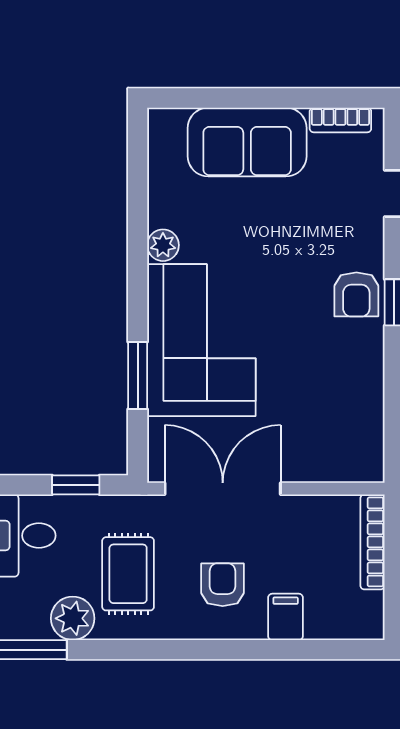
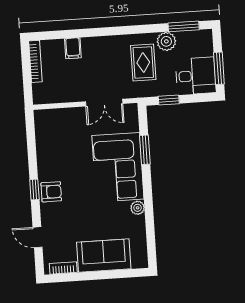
armchair: (356, 294) -> (51, 192), turned 90
double door: (223, 489) -> (104, 103), width x0.73
bookcase: (372, 542) -> (35, 61), moved
armchair: (223, 585) -> (102, 60), removed

